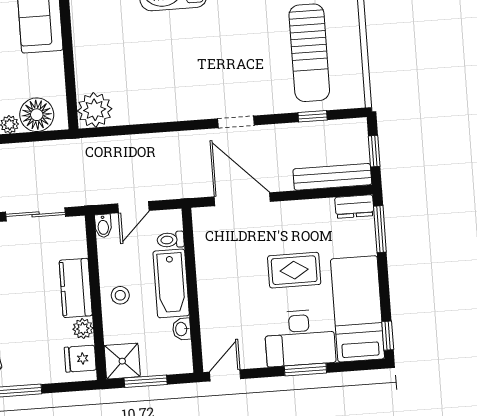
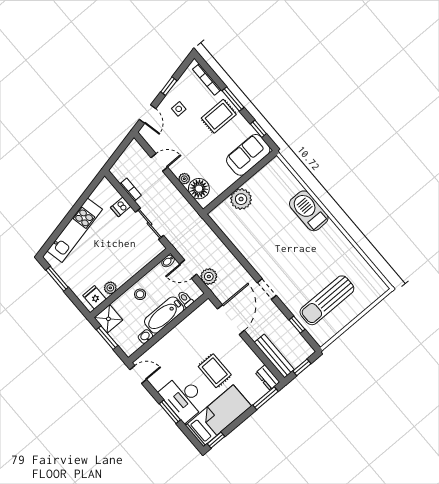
plant: (95, 110) -> (241, 199), moved
plant: (163, 187) -> (209, 277), added
kitchen counter: (76, 288) -> (128, 270), removed

